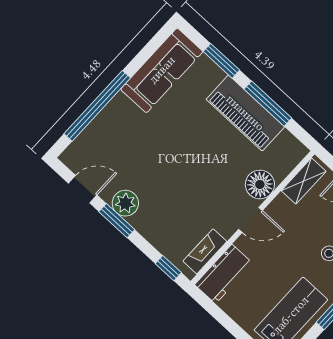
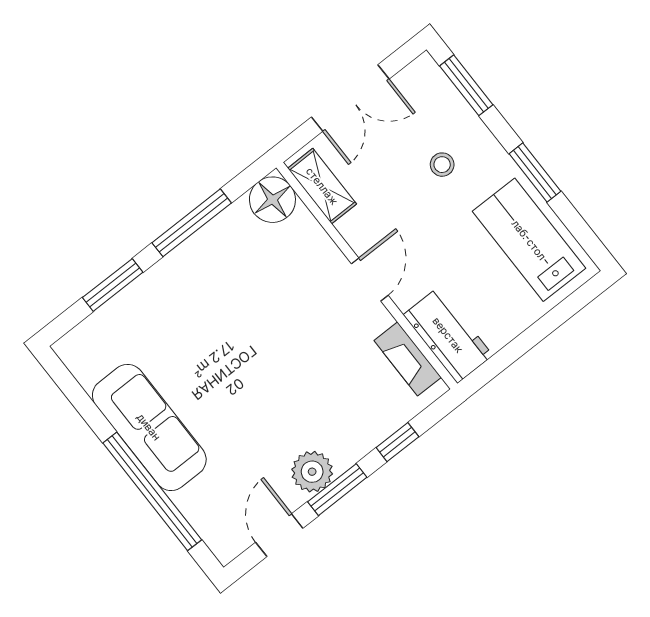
sofa: (162, 70) -> (149, 427), moved
piano: (245, 113) -> (201, 261), removed
floor lamp: (260, 184) -> (272, 200), moved
window: (168, 268) -> (397, 442), moved

